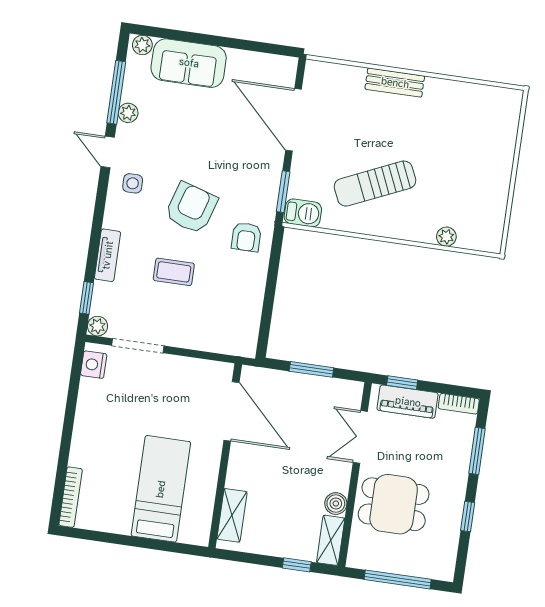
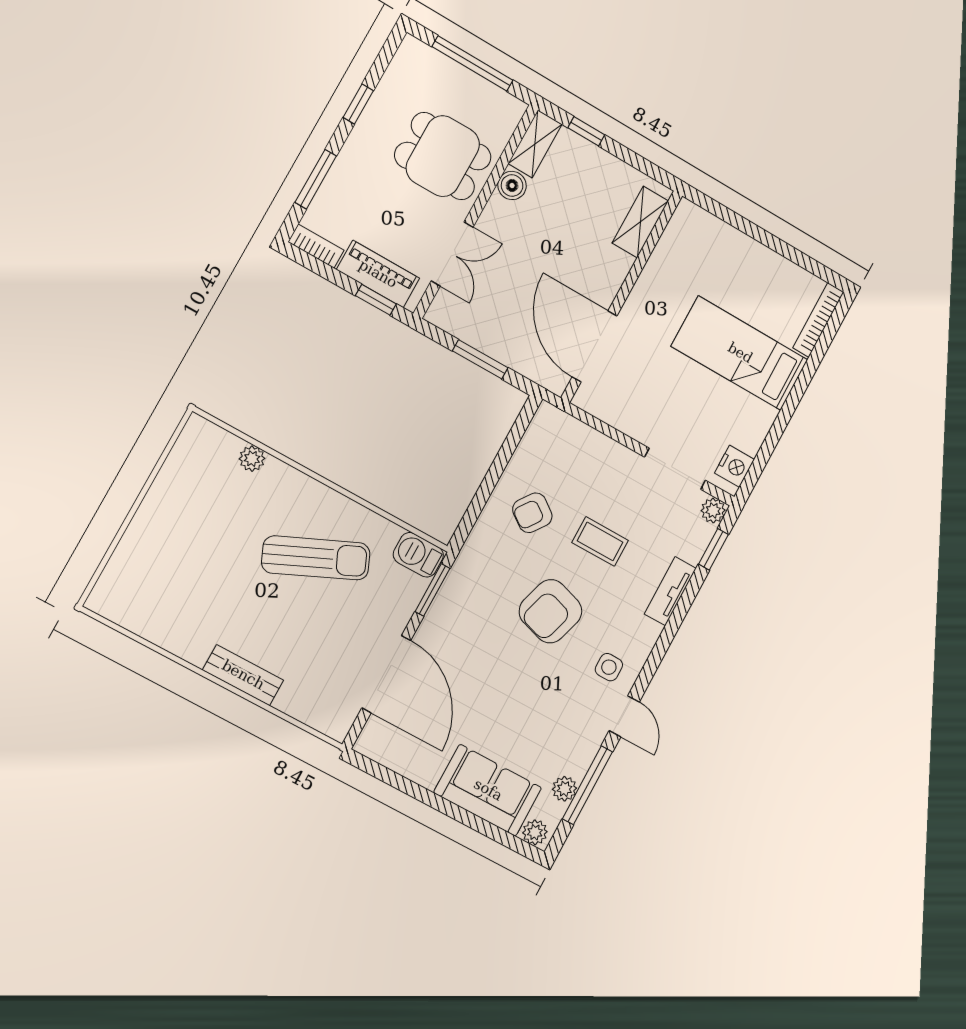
plant: (128, 113) -> (565, 789), moved
armchair: (246, 237) -> (532, 513), moved, turned -144
bed: (161, 489) -> (740, 353), moved, turned 90

